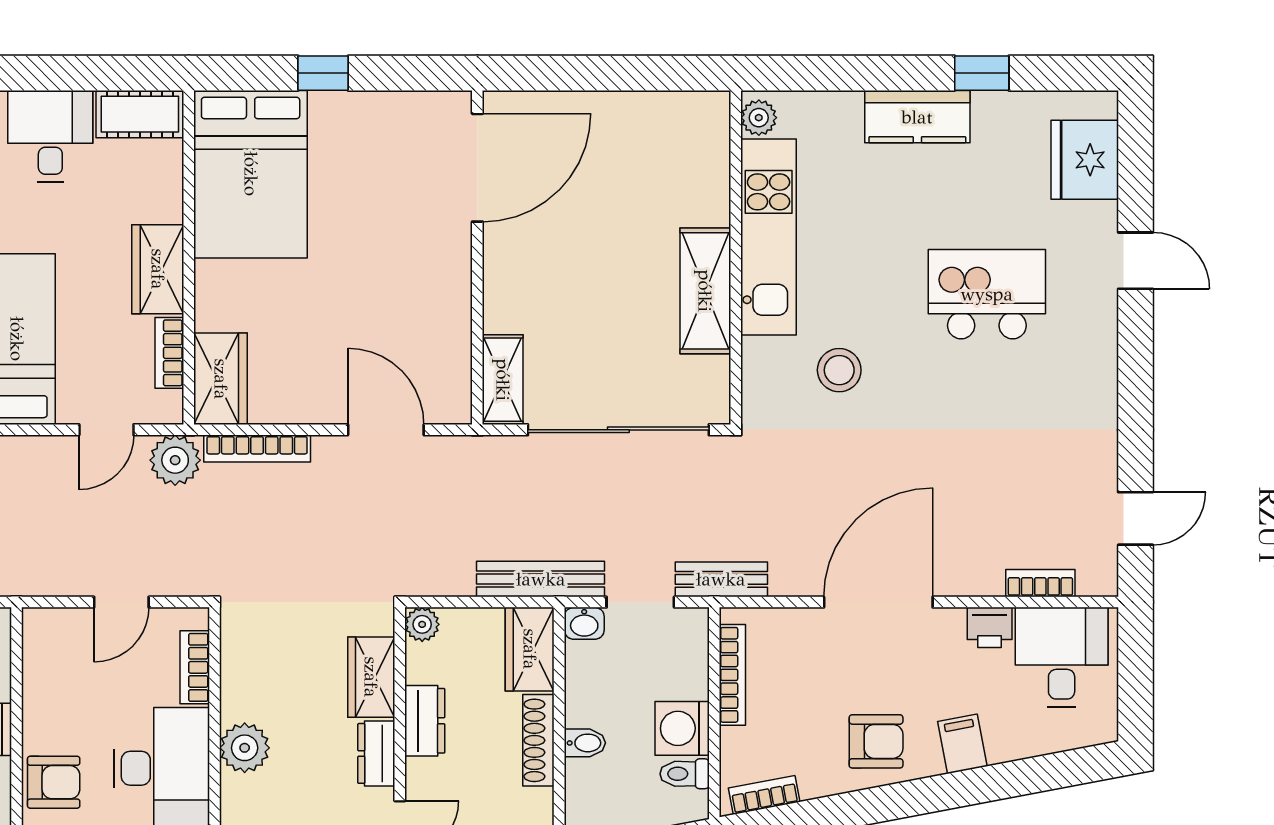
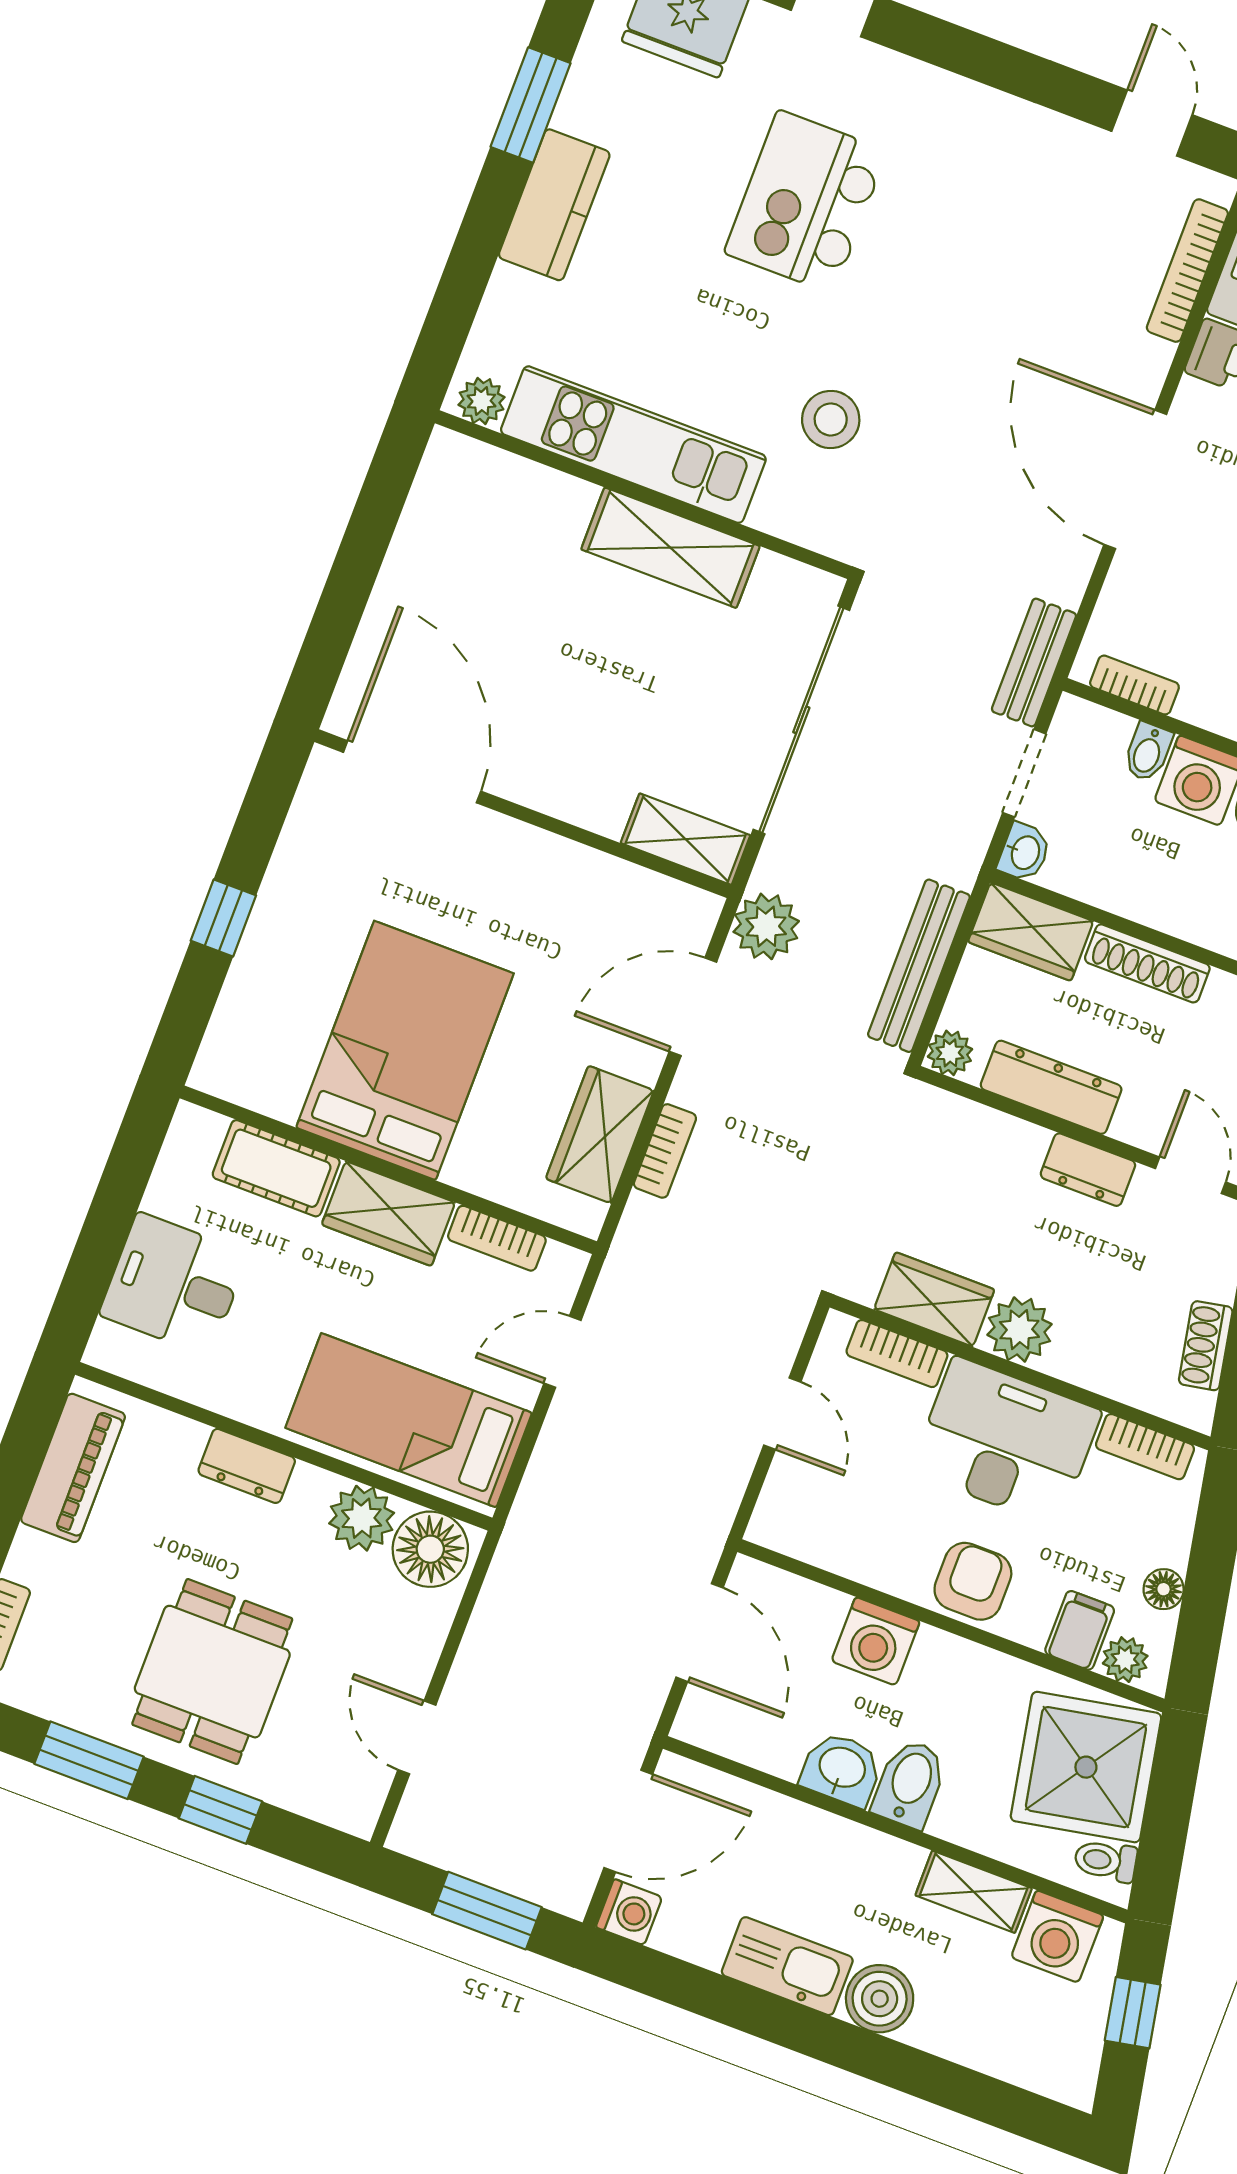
window: (982, 73) -> (531, 105), width x1.50
cot: (140, 114) -> (276, 1168), moved, turned 90
bed: (251, 174) -> (405, 1050), moved, turned -90
wardrobe: (221, 379) -> (600, 1135), moved, turned -90
door: (106, 430) -> (563, 1352), swing flipped
bookcase: (257, 449) -> (665, 1151), width x0.64
plant: (175, 460) -> (766, 926), moved
bench: (541, 579) -> (919, 966), moved
bookcase: (1040, 583) -> (1187, 271), width x1.56
bookcase: (732, 675) -> (1134, 685), width x0.64
wardrobe: (371, 677) -> (934, 1299), moved, turned 180
dresser: (425, 721) -> (1051, 1087), width x1.44
bidet: (585, 743) -> (1148, 752), moved, turned 180

